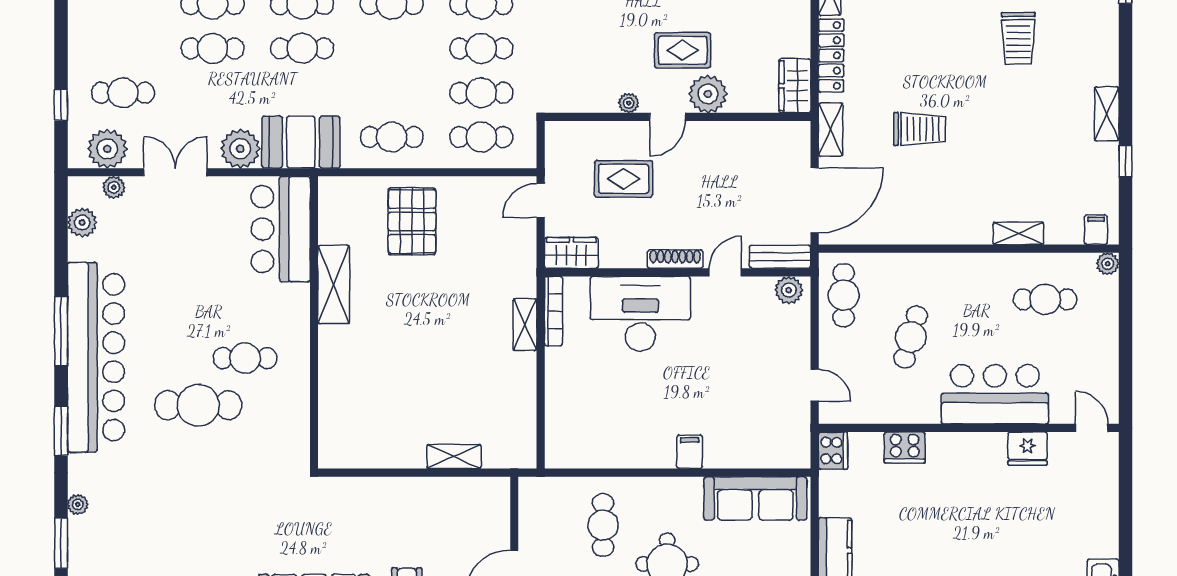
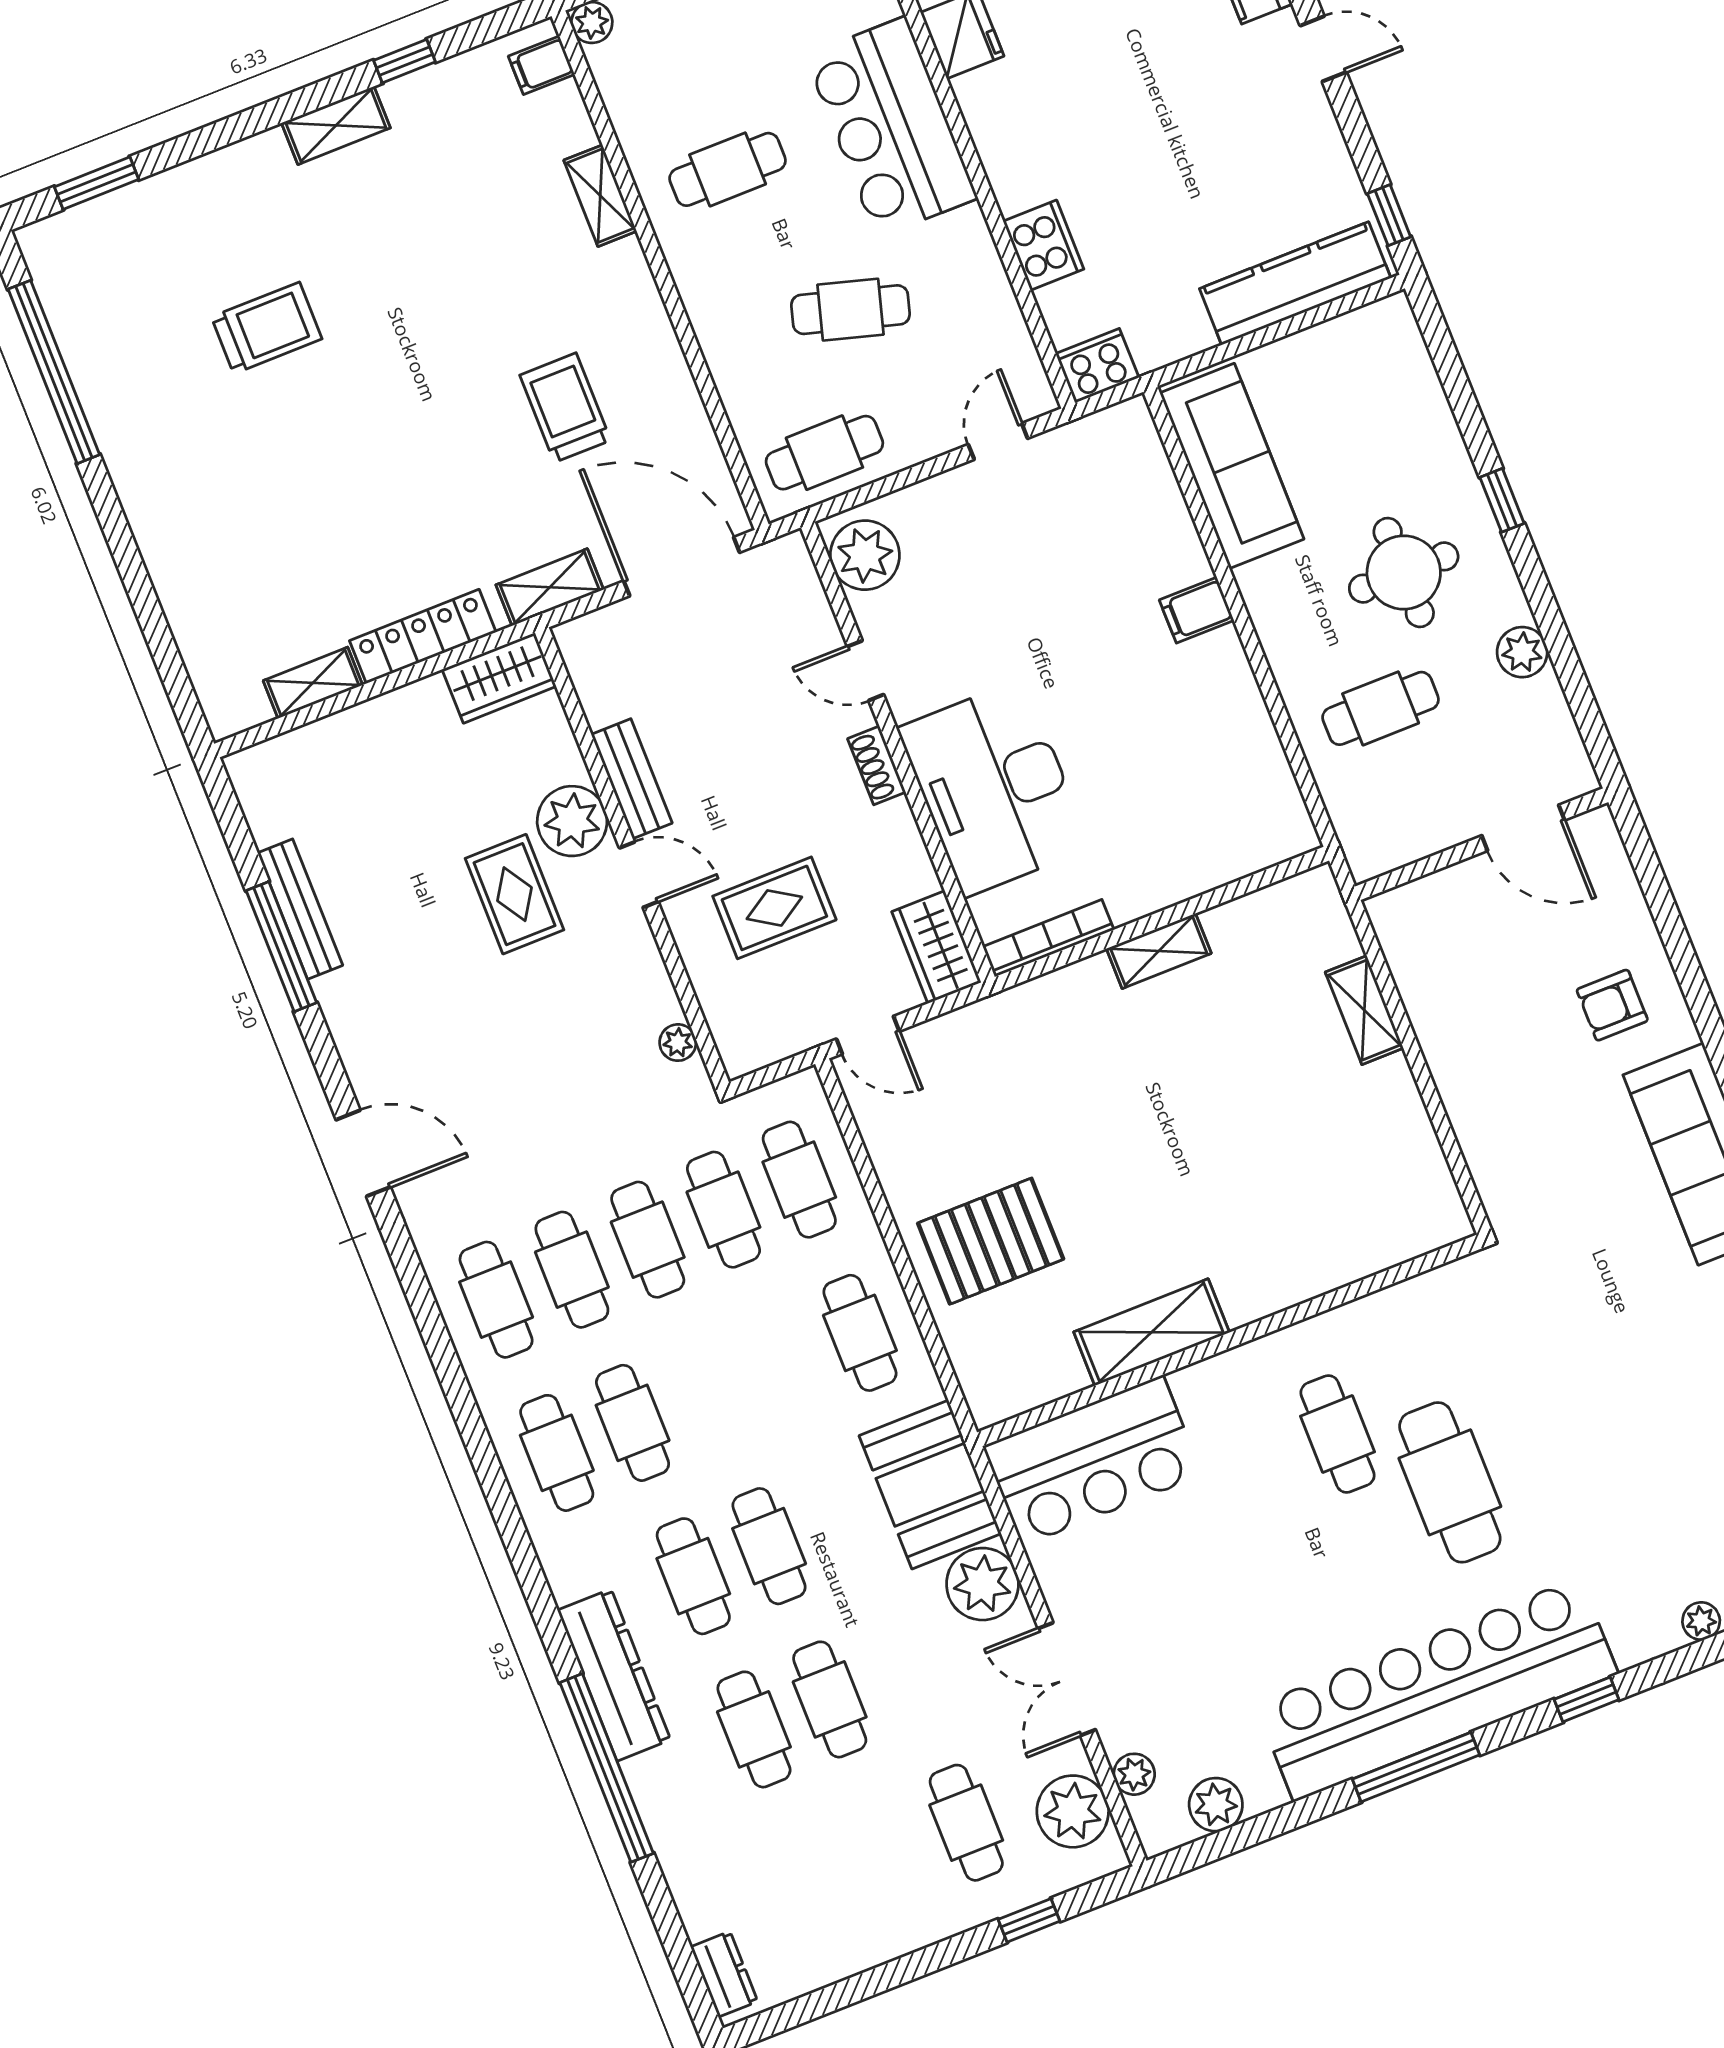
plant: (629, 103) -> (678, 1043), moved
trolley: (920, 129) -> (565, 408), moved
rug: (624, 179) -> (774, 908), turned 90
bench: (780, 257) -> (632, 779), moved
shoe rack: (675, 259) -> (877, 765), width x0.70
plant: (789, 290) -> (865, 555), width x1.36, depth x1.36
cafe table: (1045, 299) -> (728, 169), moved, turned 90
shelving: (525, 325) -> (1159, 951), moved
window: (61, 431) -> (1586, 1700), width x0.67

